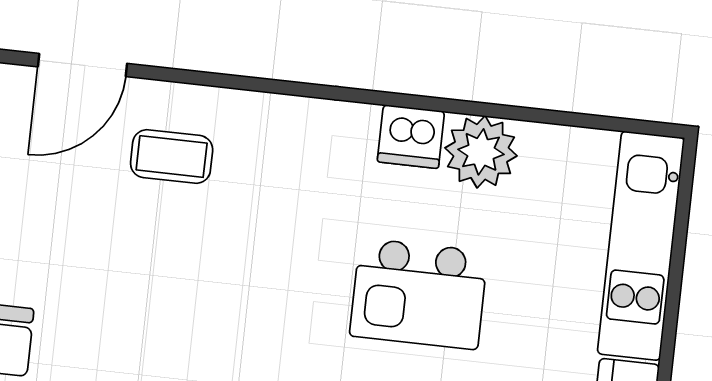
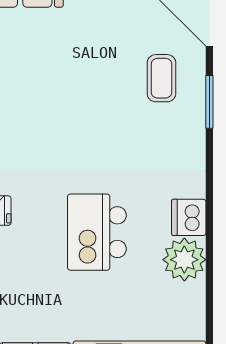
window: (220, 80) -> (209, 102), added

